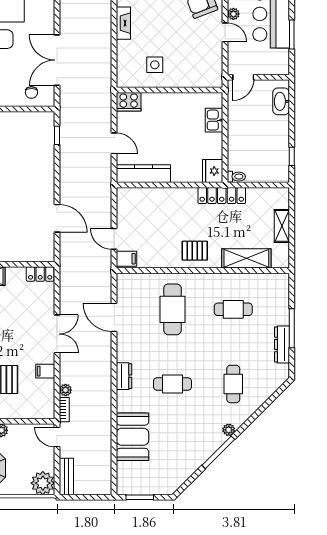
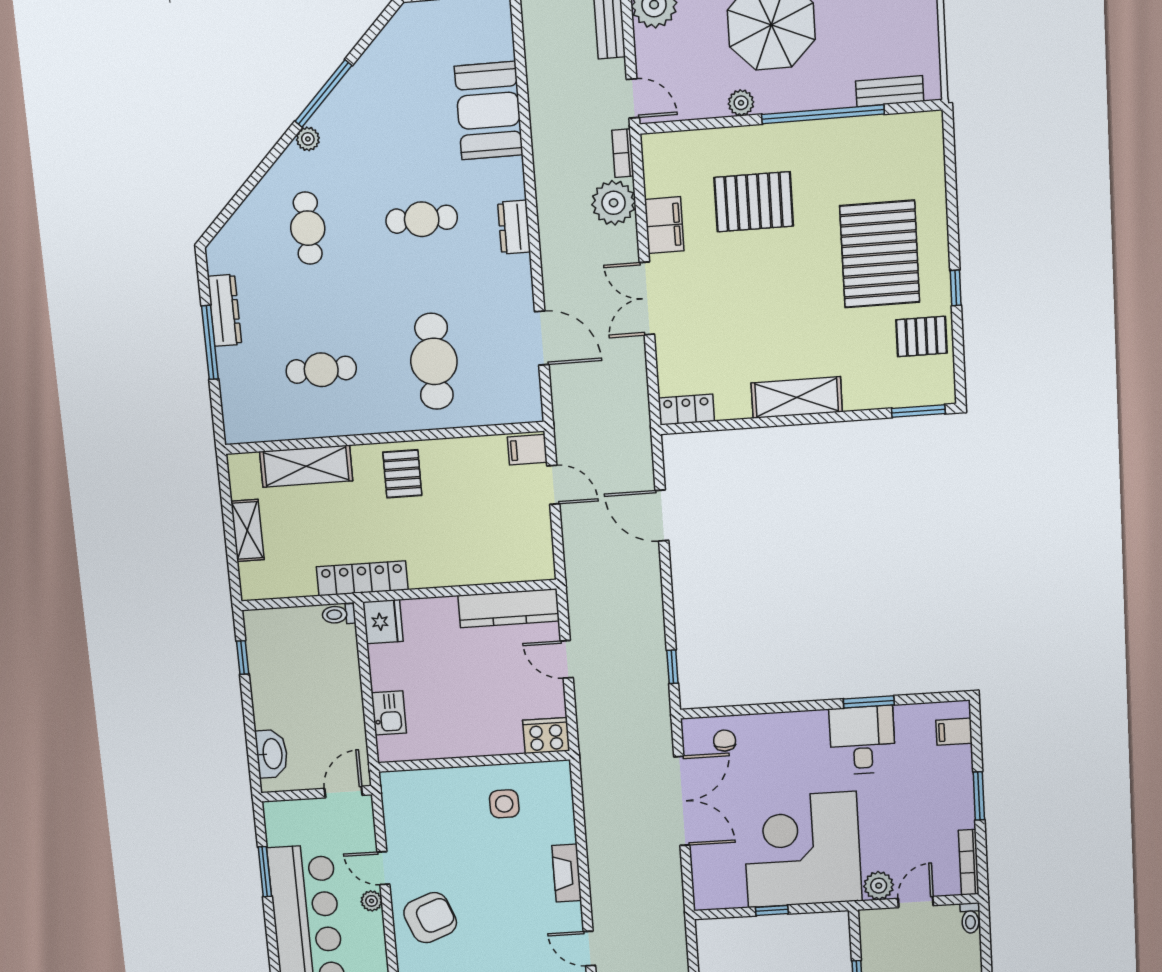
pallet: (195, 251) -> (402, 474), turned 90
filing cabinet: (45, 371) -> (664, 225), width x2.00
plant: (66, 390) -> (614, 203), width x1.88, depth x1.88

